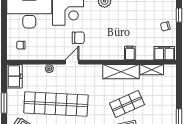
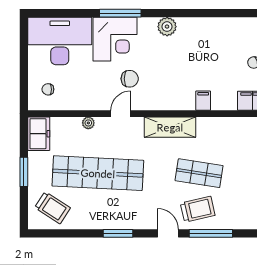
shelving: (152, 70) -> (234, 124), removed
shelving: (121, 72) -> (170, 127), moved
shop shelf: (127, 104) -> (199, 173), turned 33

